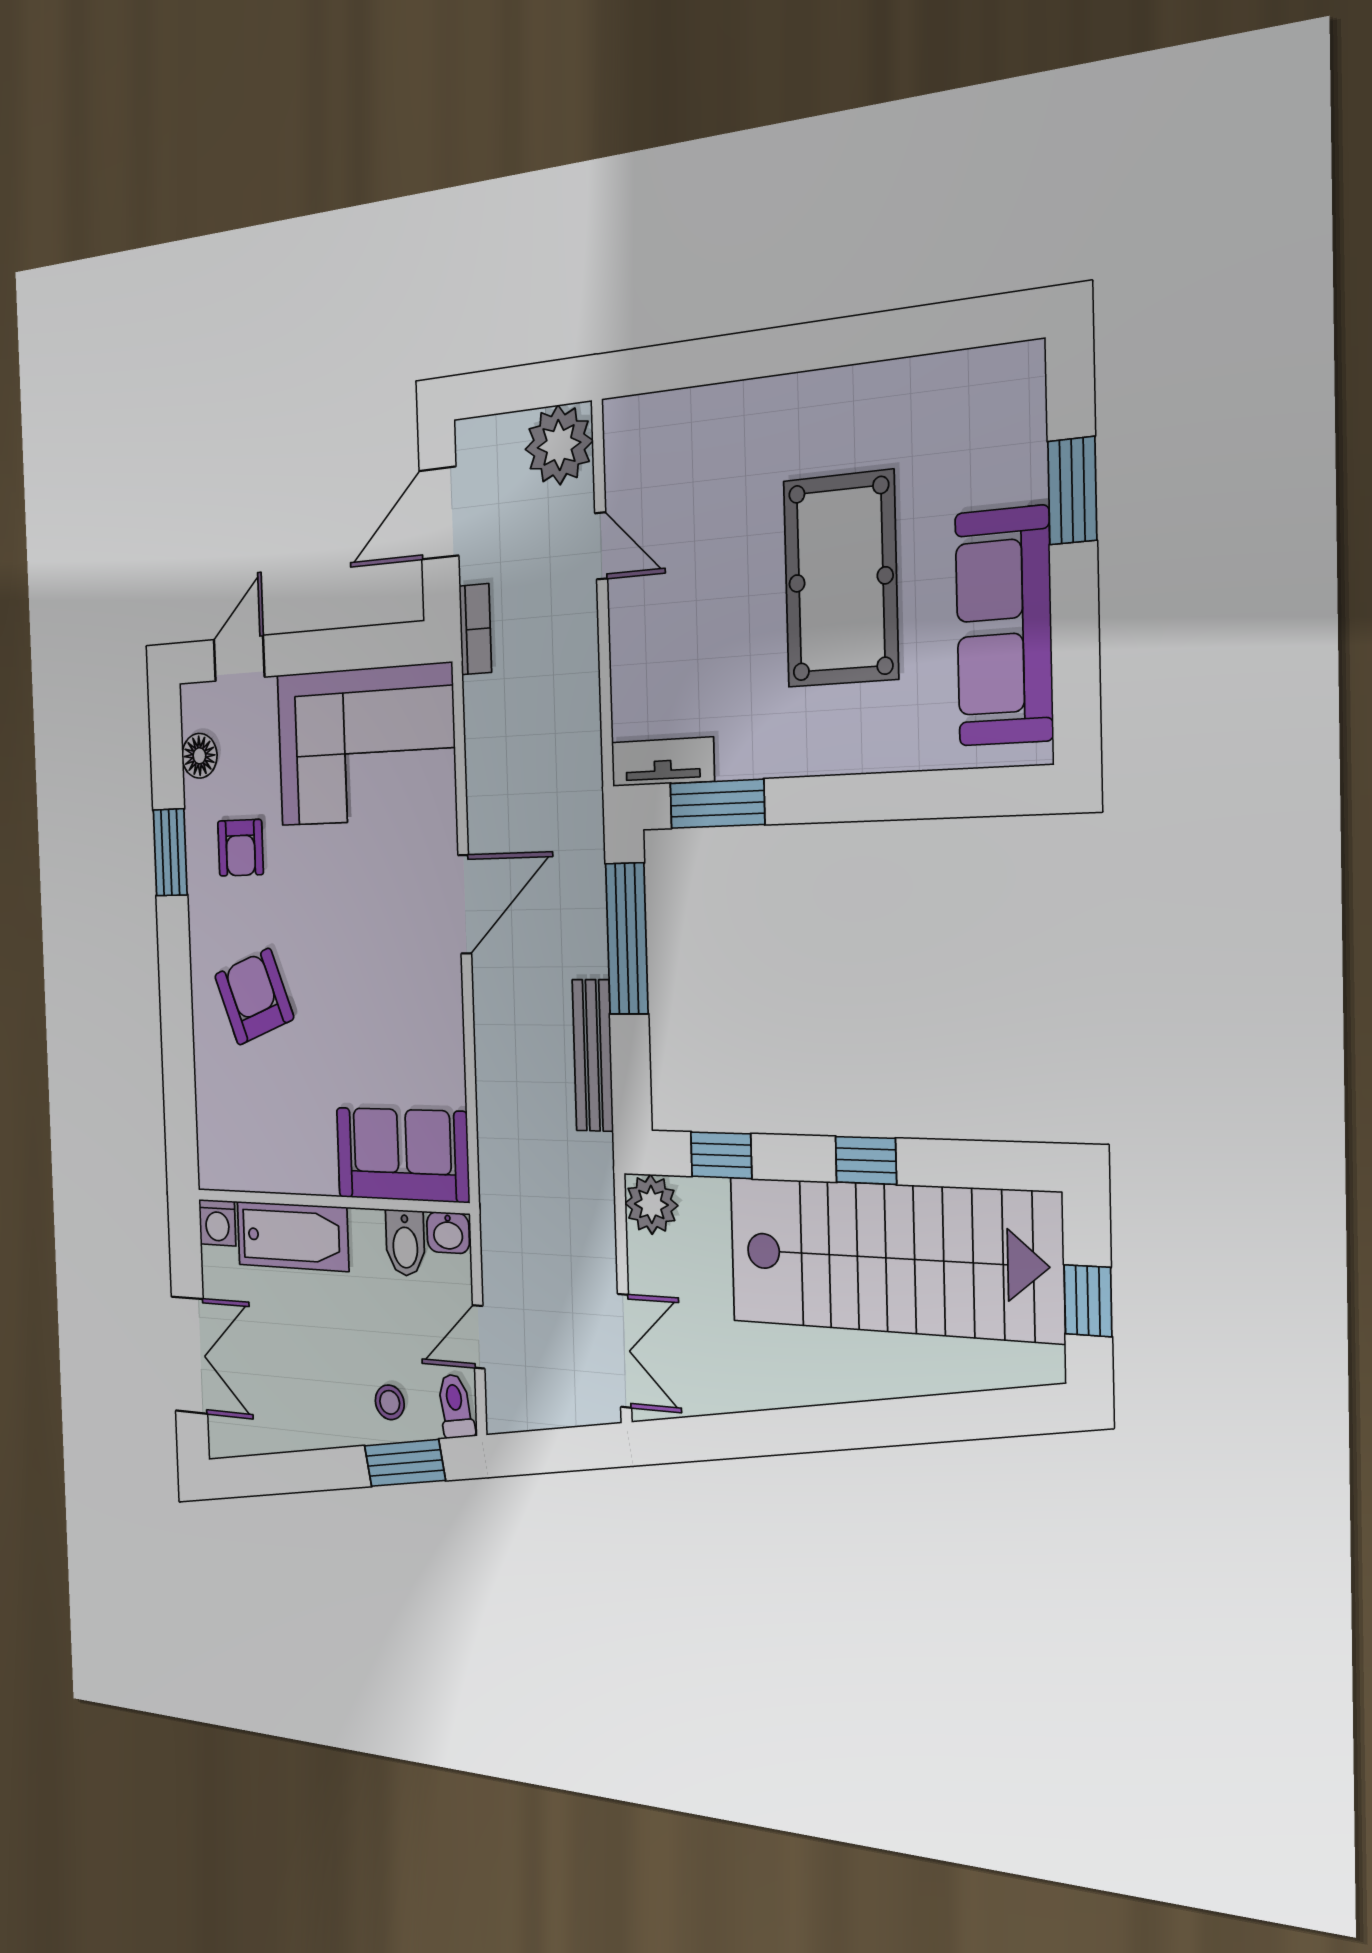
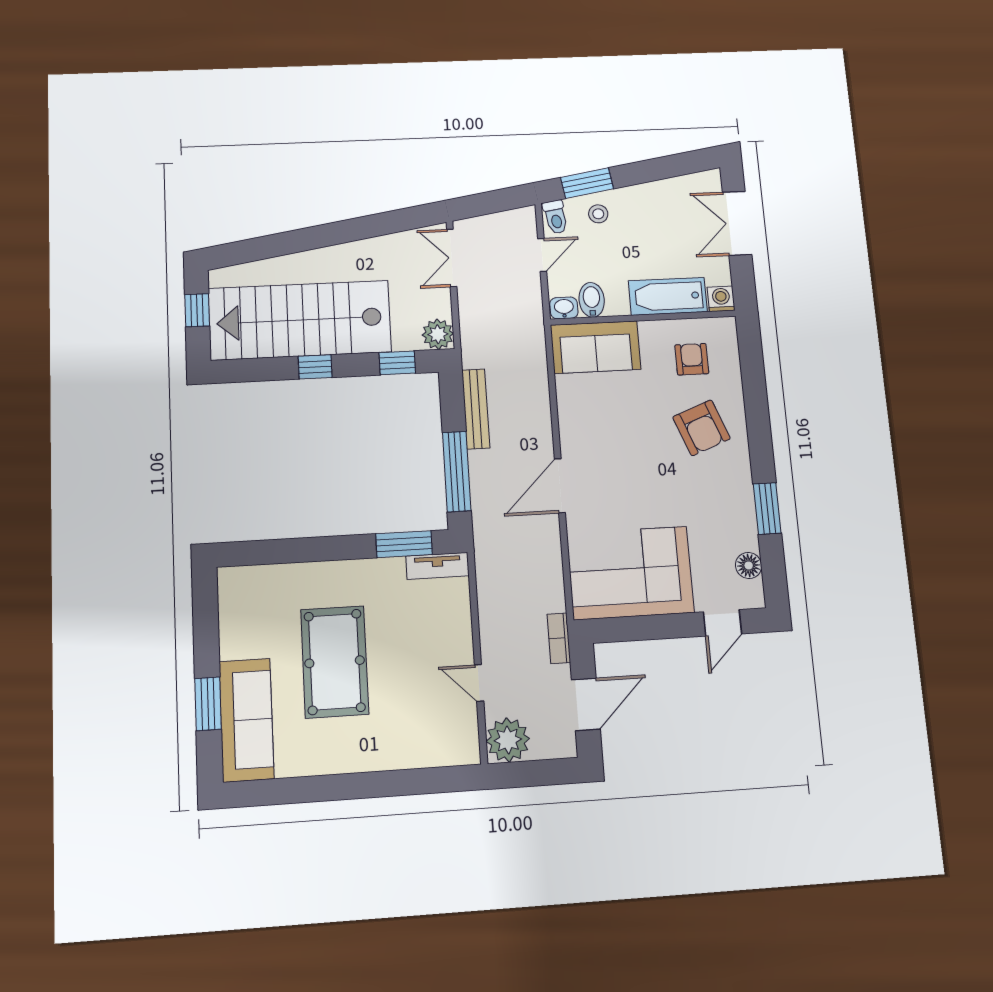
sofa: (1004, 626) -> (246, 720), moved
armchair: (241, 848) -> (692, 359), moved

